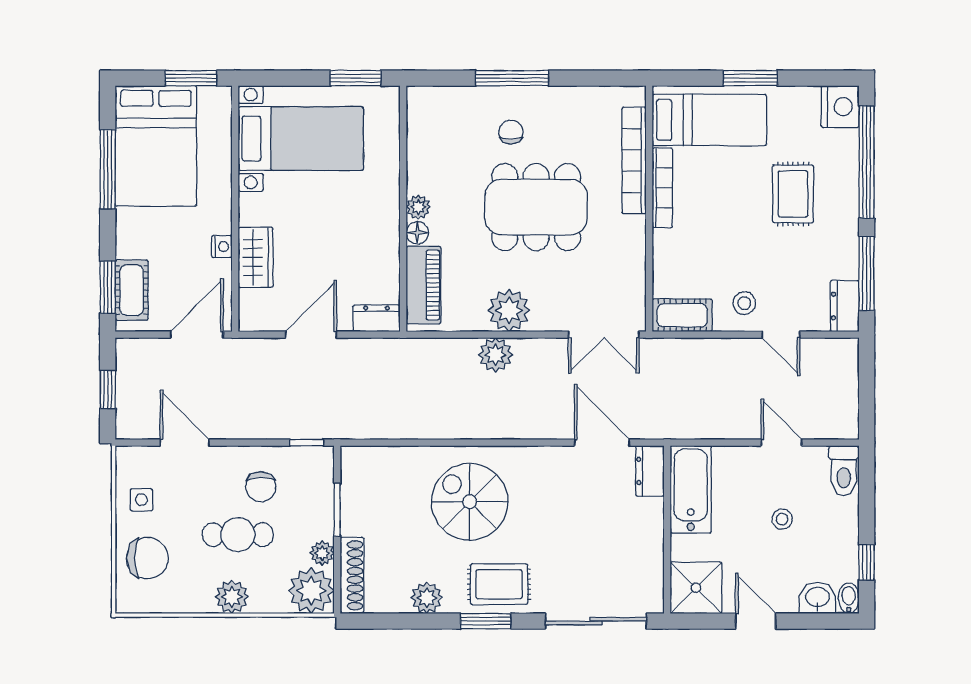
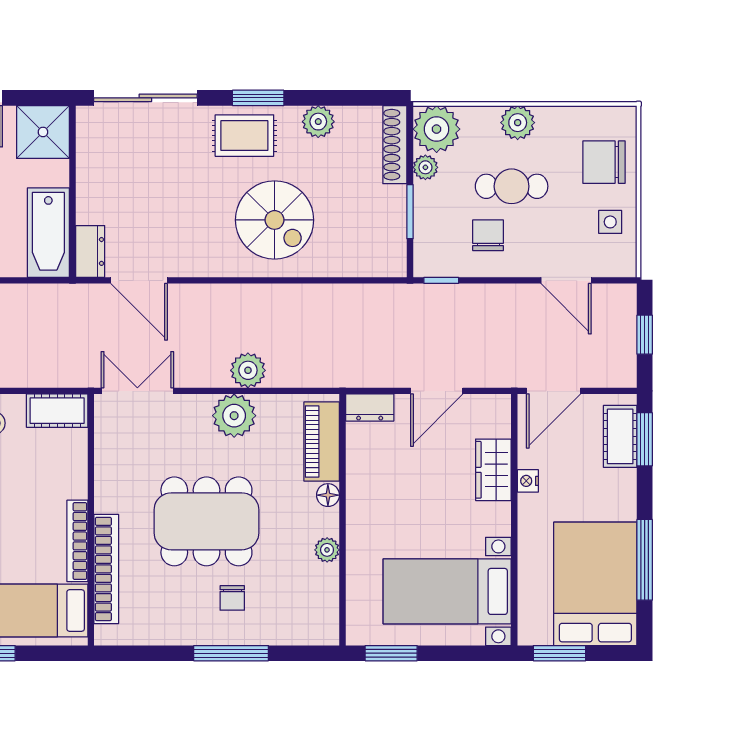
plant: (418, 207) -> (327, 550), moved

